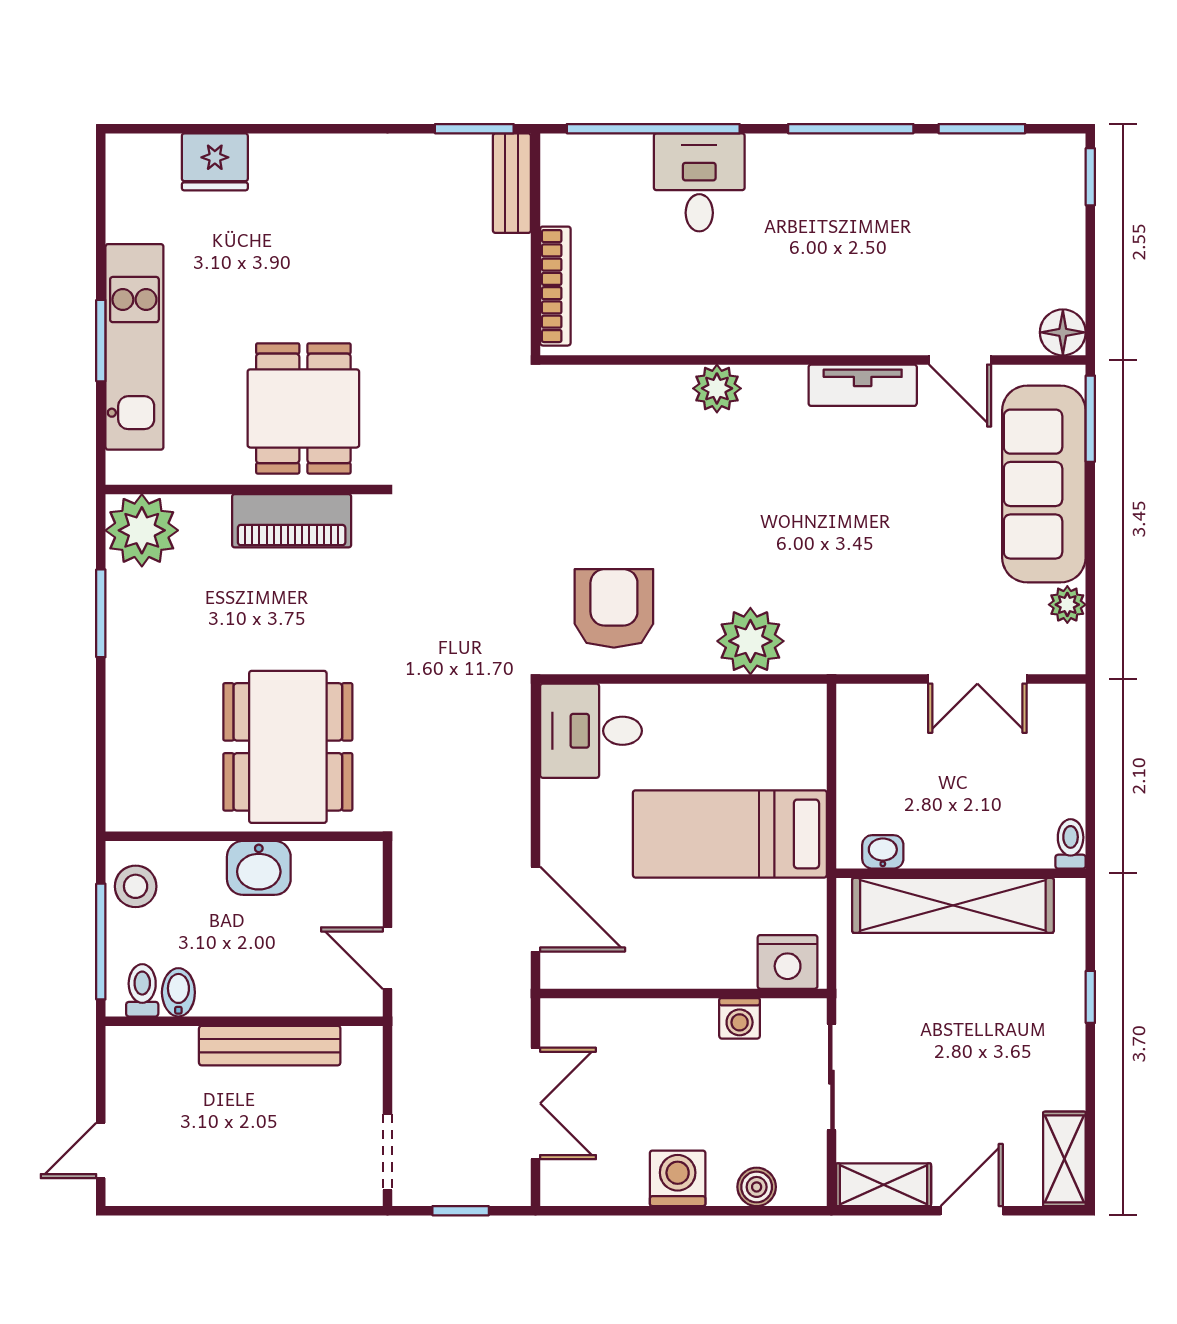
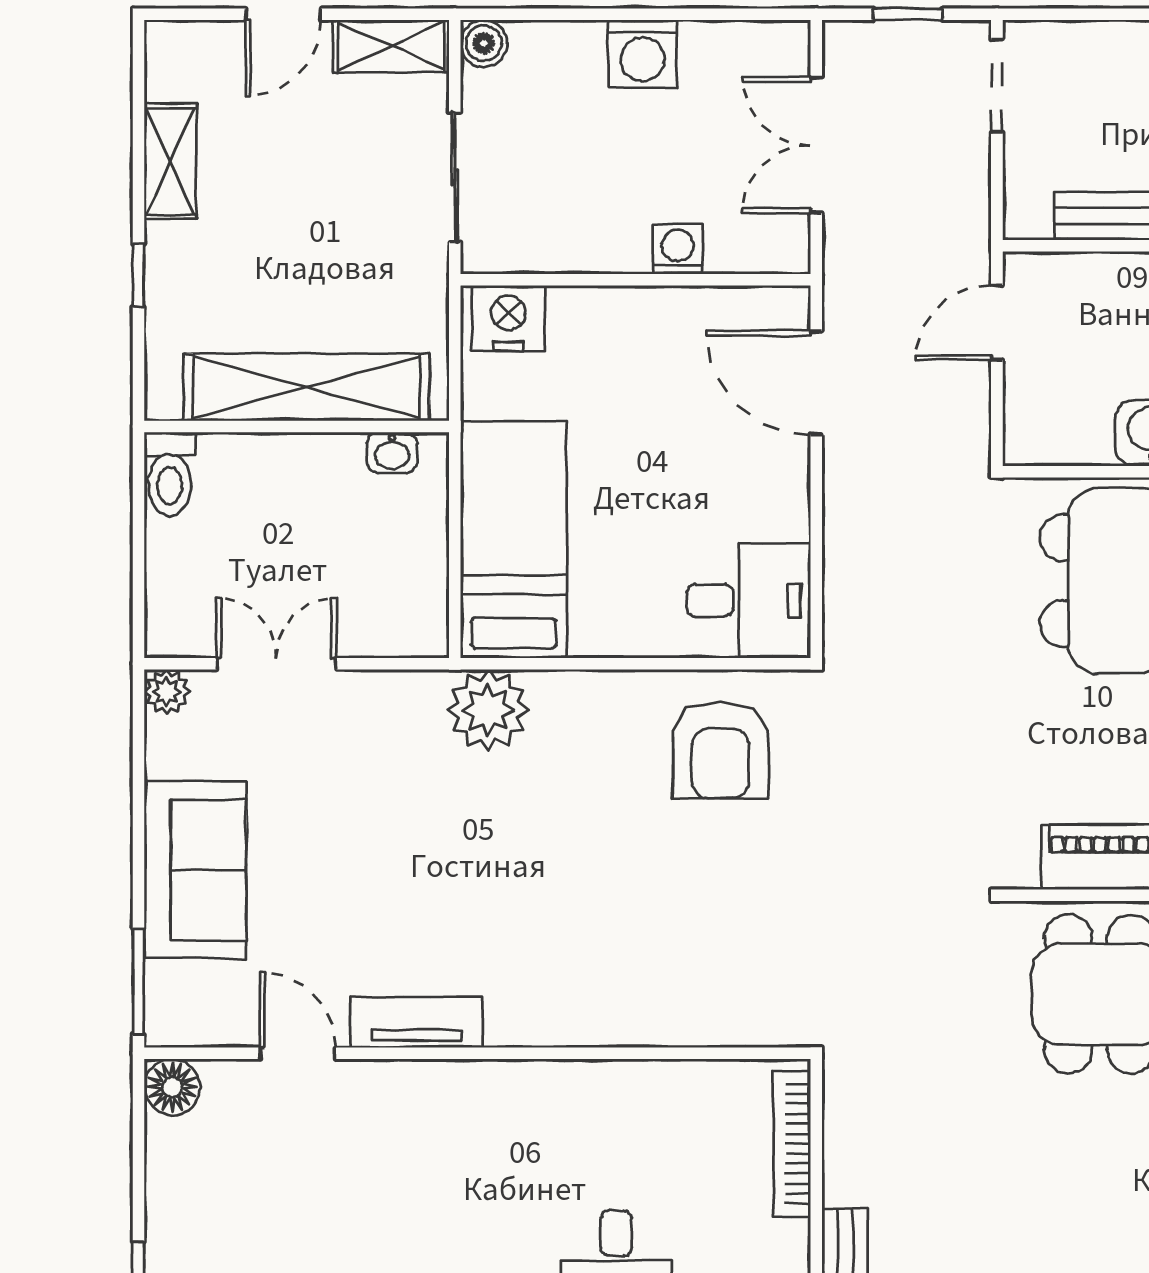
plant: (717, 388) -> (594, 1018), removed
sofa: (1044, 484) -> (195, 870), width x0.73
plant: (1067, 605) -> (167, 692), moved
plant: (750, 641) -> (488, 710), moved
bed: (730, 834) -> (514, 540), moved, turned -90
toilet: (1071, 844) -> (170, 474), width x1.37, depth x1.39
door: (388, 958) -> (997, 323), swing flipped
washing machine: (740, 1018) -> (678, 249), moved
shelving: (1064, 1159) -> (170, 161), moved
boiler: (757, 1187) -> (484, 43), moved

